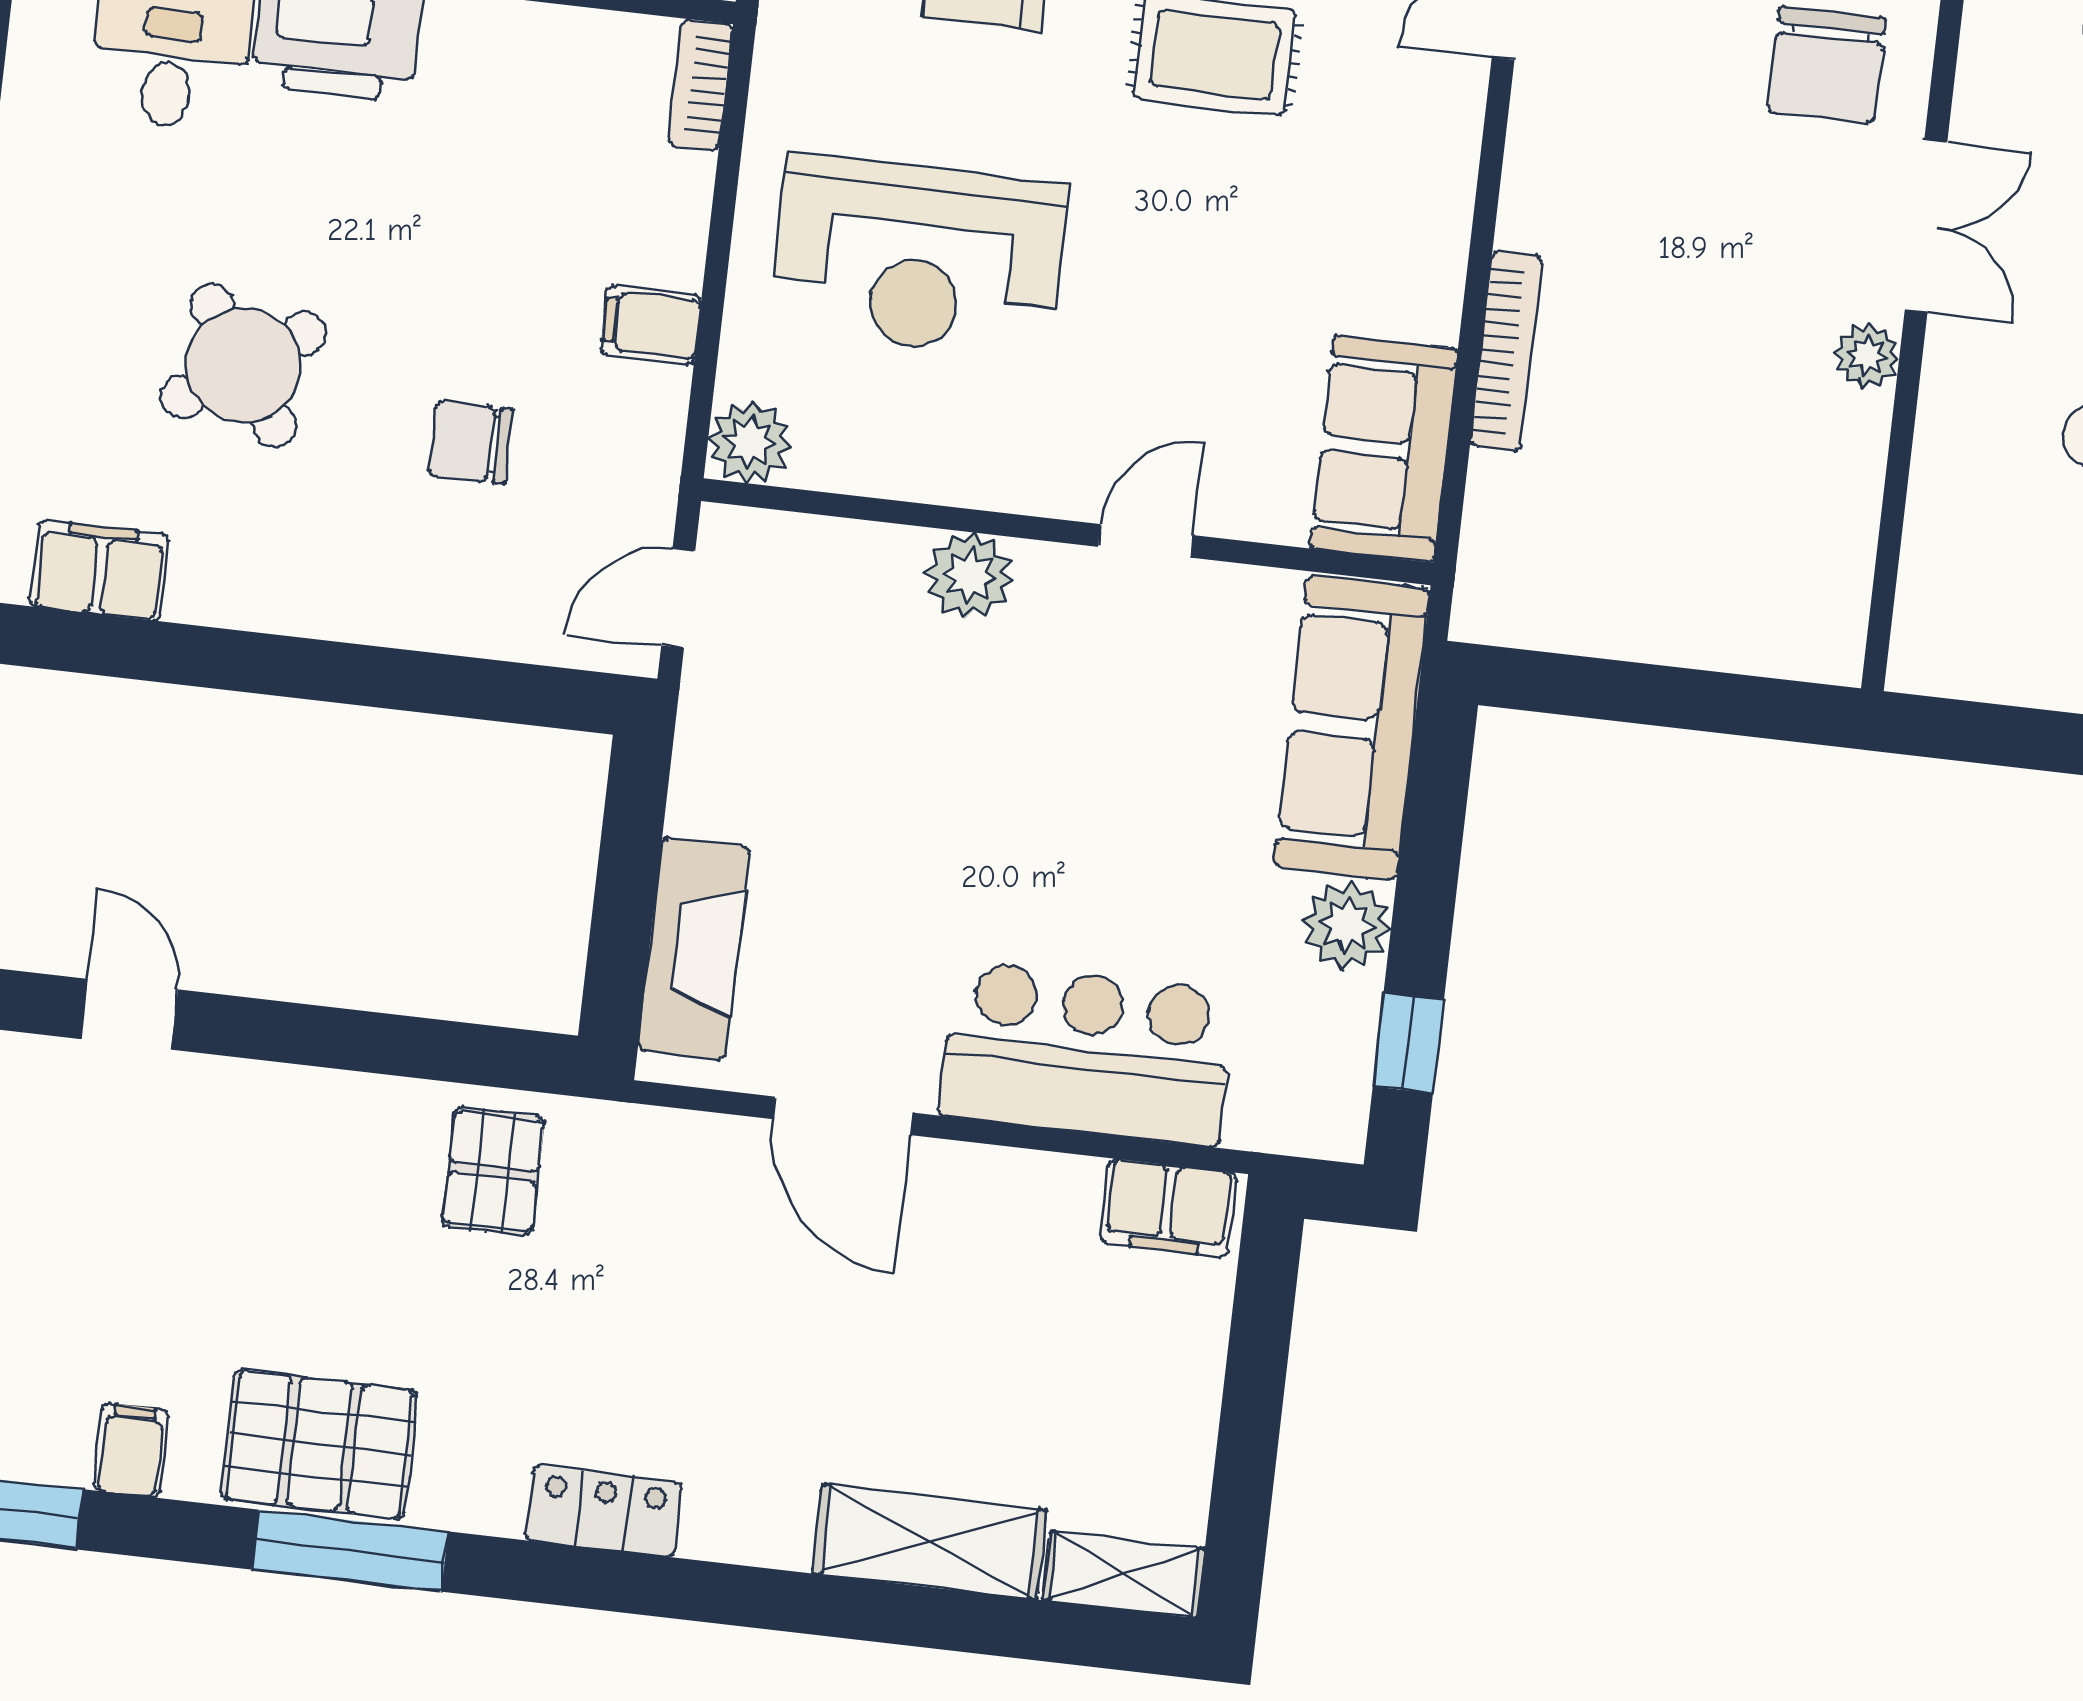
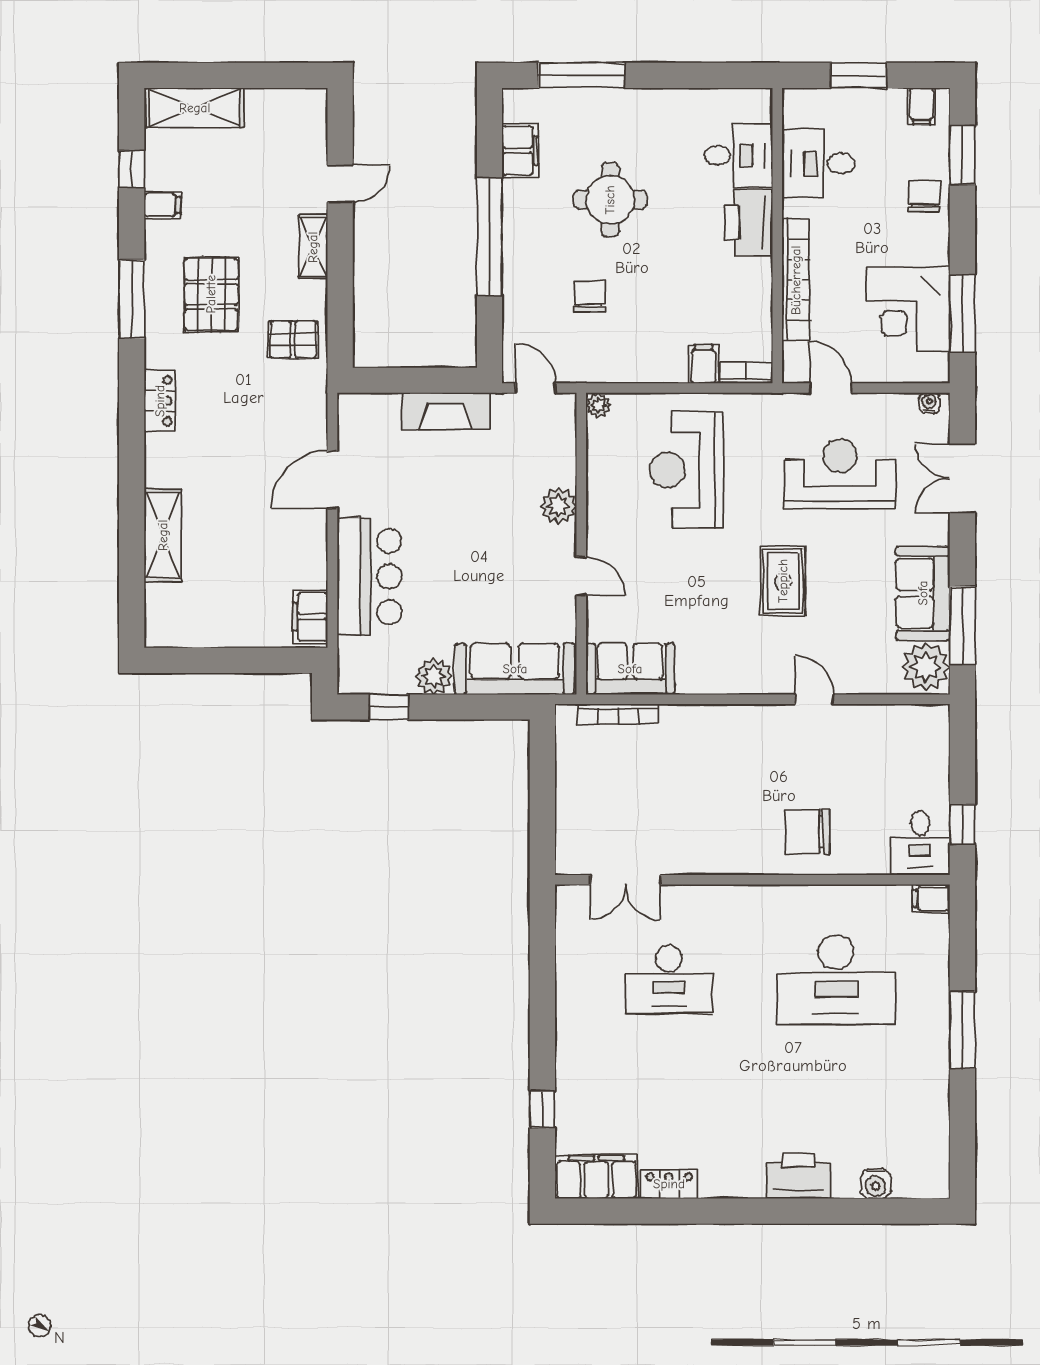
double door: (1926, 226) -> (625, 880), moved
filing cabinet: (651, 325) -> (703, 364), moved
bookcase: (1506, 351) -> (618, 714), moved
plant: (1867, 356) -> (691, 862), removed
round table: (243, 365) -> (610, 200), turned 34
plant: (749, 442) -> (598, 405), width x0.73, depth x0.73
window: (300, 668) -> (489, 237), added
fireplace: (694, 948) -> (446, 411), moved
pallet: (319, 1444) -> (211, 294), moved
shelving: (1124, 1574) -> (313, 247), moved

